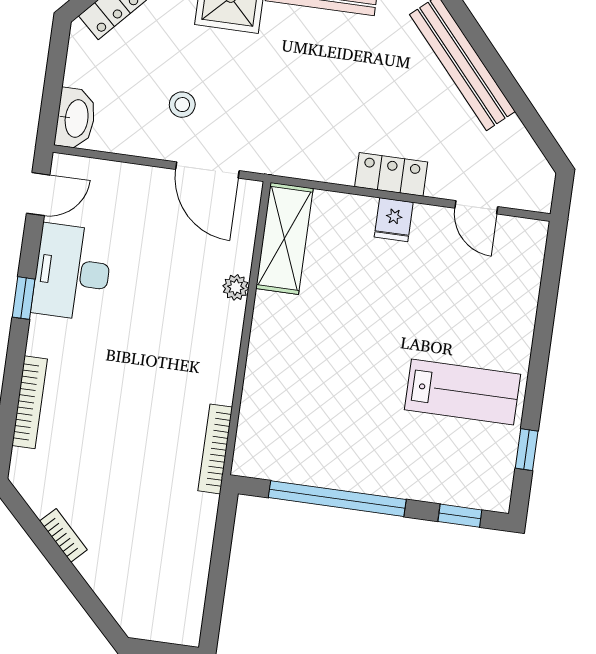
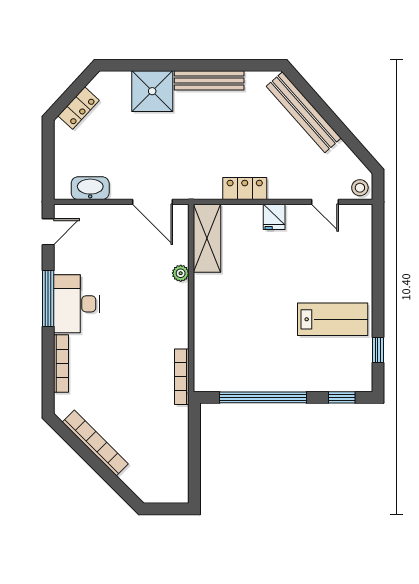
stool: (182, 105) -> (360, 188), moved
washbasin: (76, 118) -> (90, 188), moved, turned -90
locker: (391, 174) -> (245, 189), moved
desk: (72, 272) -> (76, 304), moved
window: (24, 298) -> (48, 299), width x2.17
bookcase: (63, 535) -> (95, 443), width x2.31, depth x1.31

